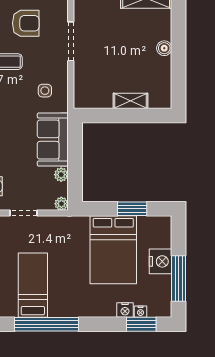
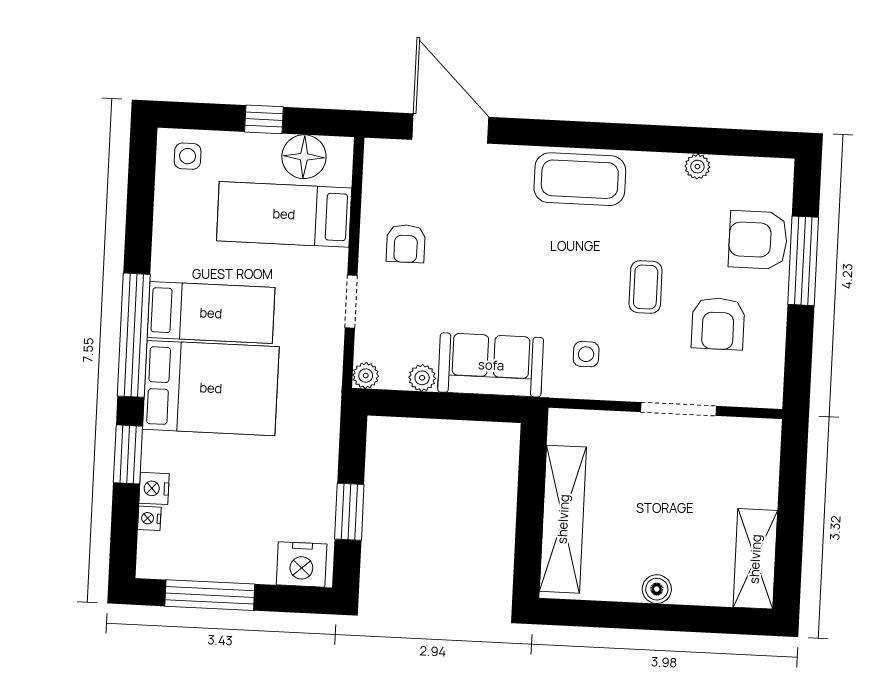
shelving: (131, 101) -> (563, 519), width x2.20, depth x1.33
bed: (113, 250) -> (211, 388), moved, turned 180
nightstand: (160, 261) -> (302, 564), moved
window: (141, 324) -> (128, 454), moved

